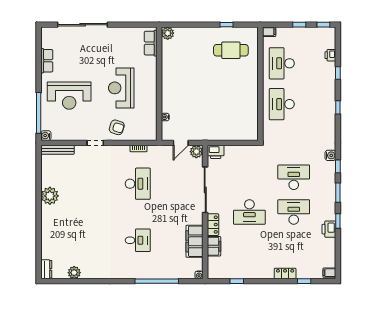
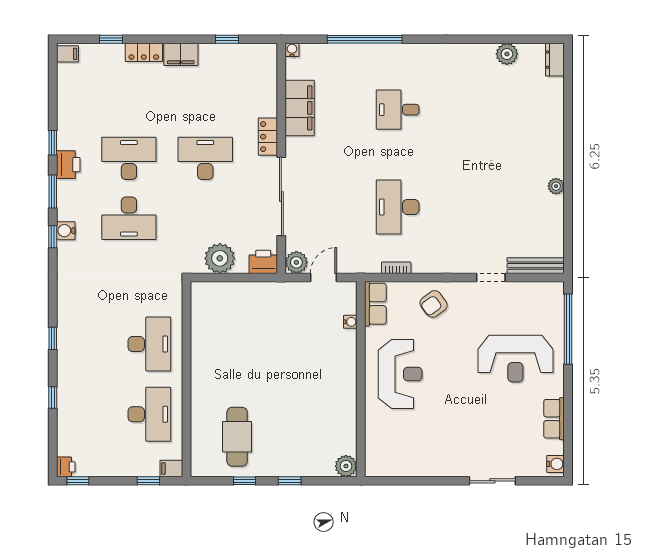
sliding door: (83, 25) -> (492, 481), width x0.54
window: (200, 25) -> (290, 481), added
window: (299, 25) -> (148, 481), moved
row of seats: (151, 43) -> (375, 304), moved
cafe table: (231, 50) -> (237, 437), turned 90
printer: (330, 55) -> (66, 467), moved
reception desk: (121, 88) -> (400, 374), moved
reception desk: (69, 96) -> (515, 359), turned 180
armchair: (117, 127) -> (434, 304), turned -54
water cooler: (46, 136) -> (556, 464), moved
doorway: (95, 143) -> (491, 277), moved
plant: (241, 154) -> (220, 258), added
water cooler: (330, 155) -> (66, 231), moved
plant: (50, 196) -> (556, 186), width x0.53, depth x0.53
desk: (294, 212) -> (129, 158), turned 180
printer: (329, 229) -> (68, 165), moved
filing cabinet: (214, 246) -> (181, 54), moved, turned -90

